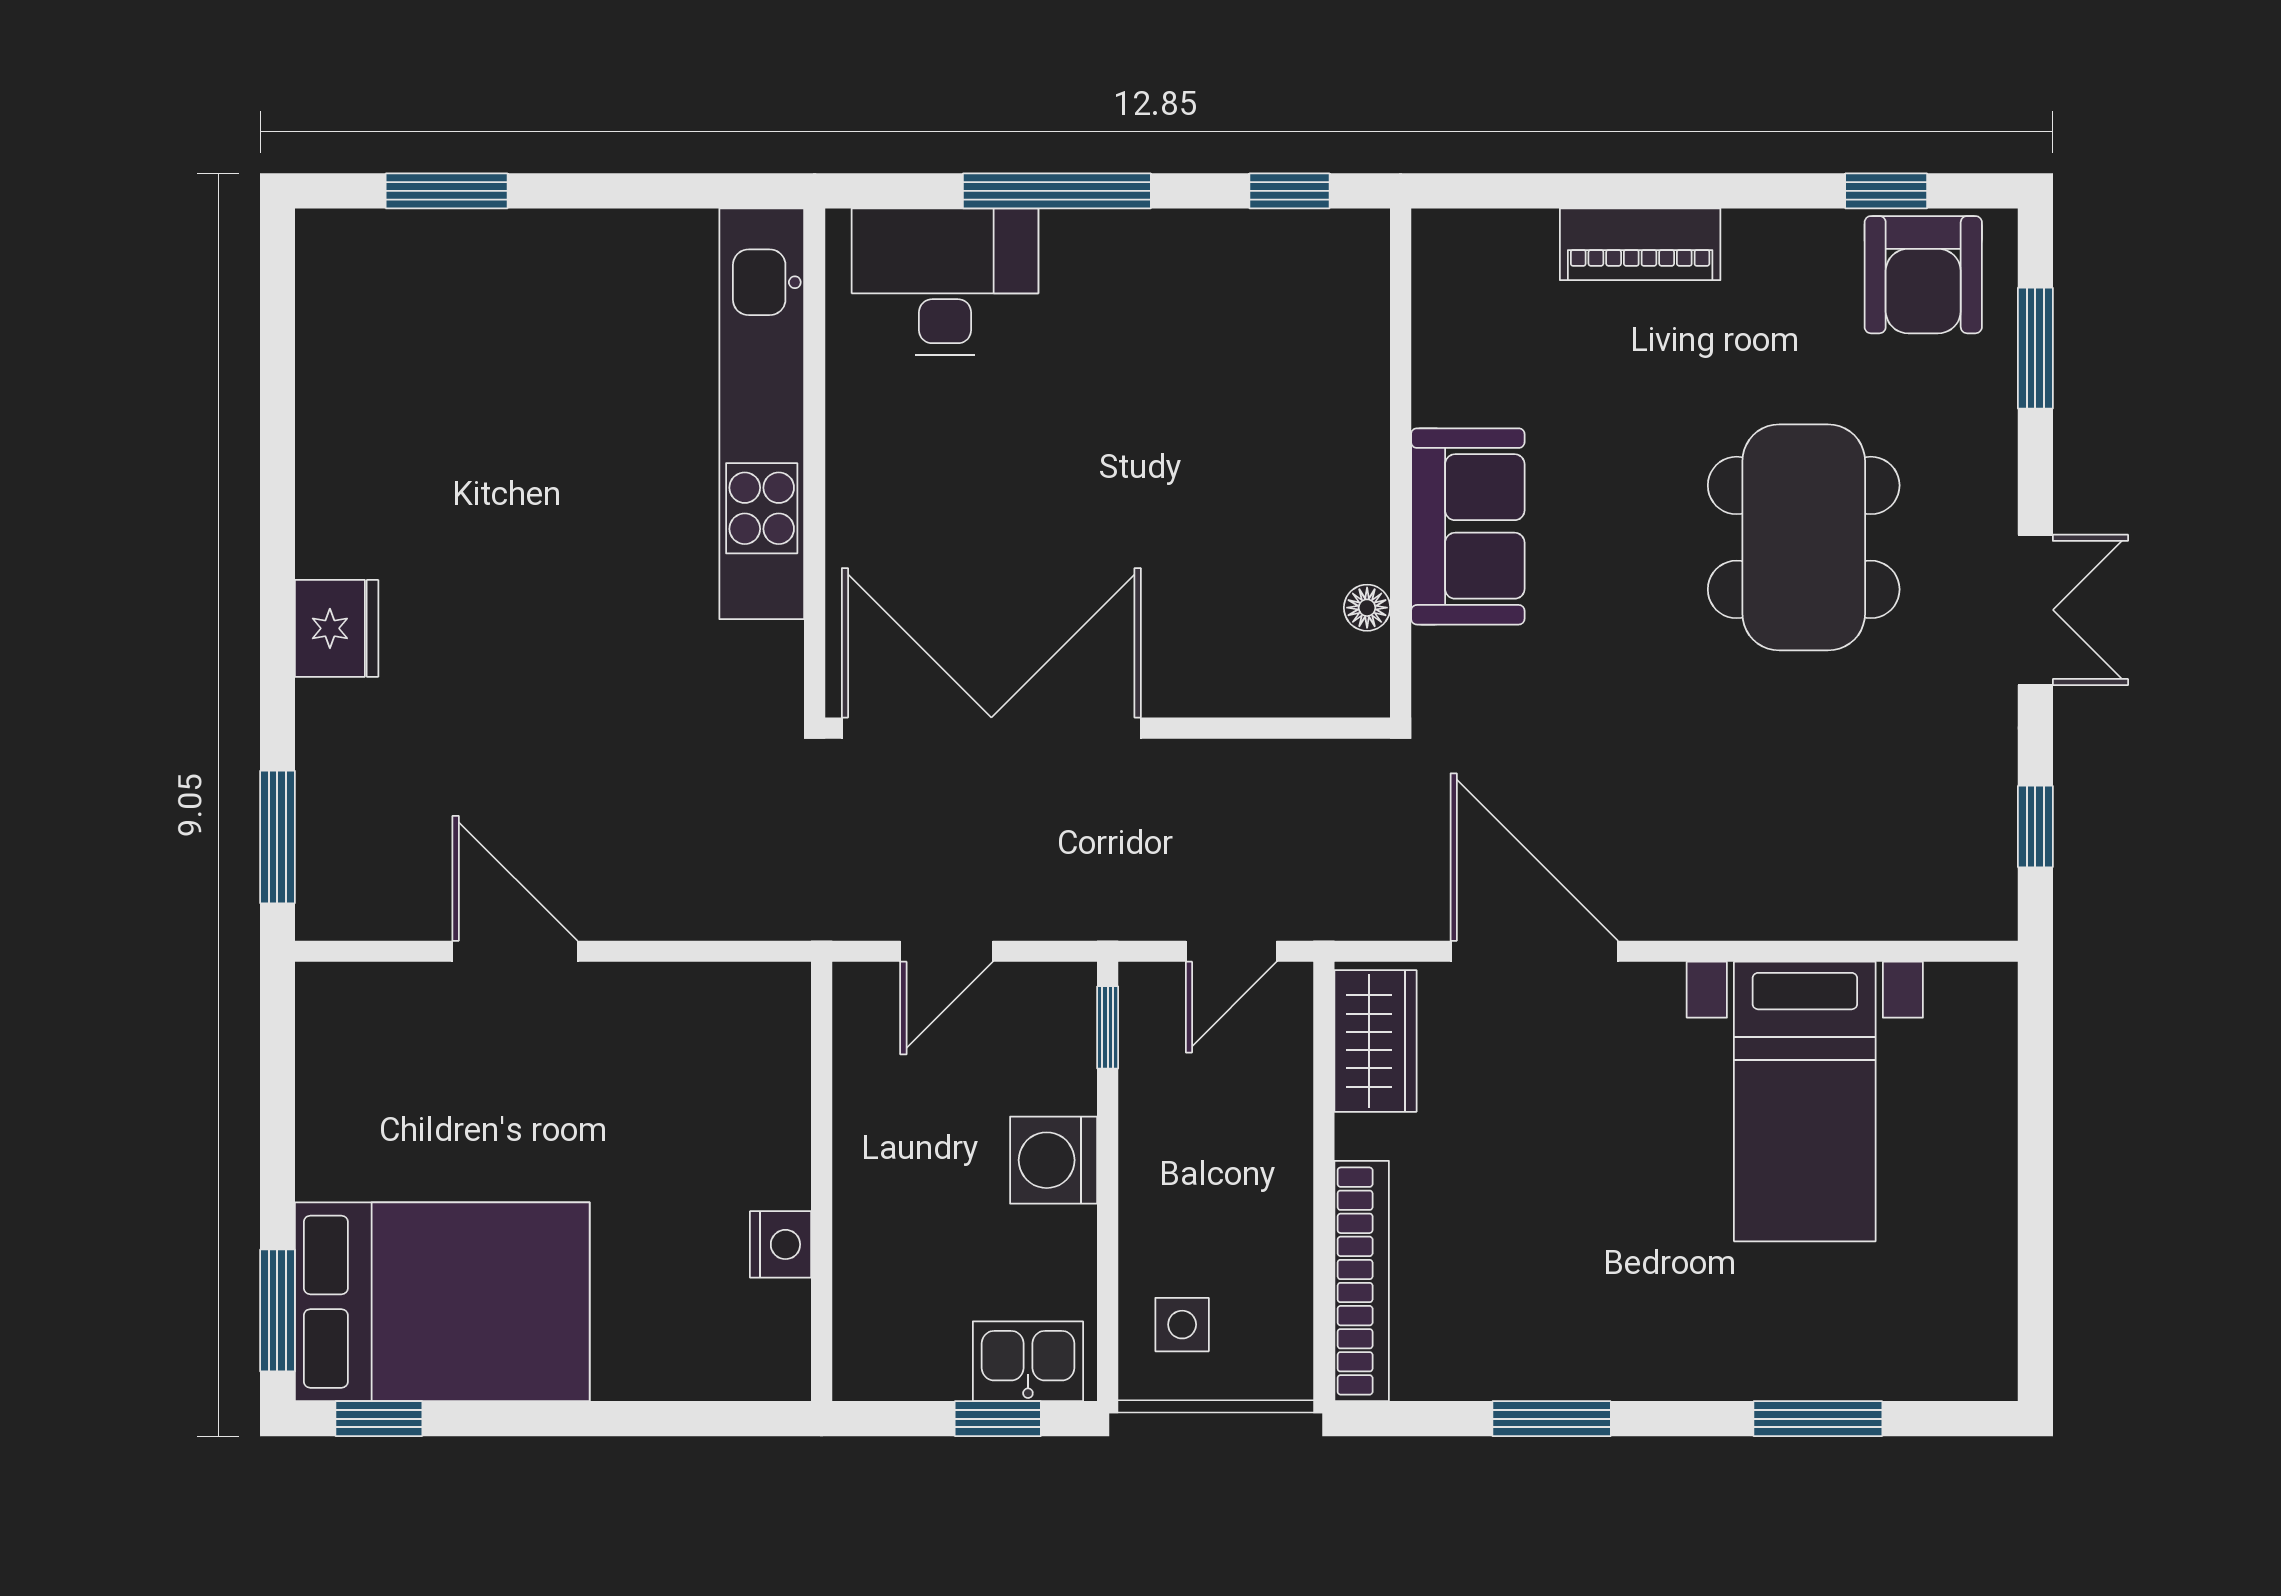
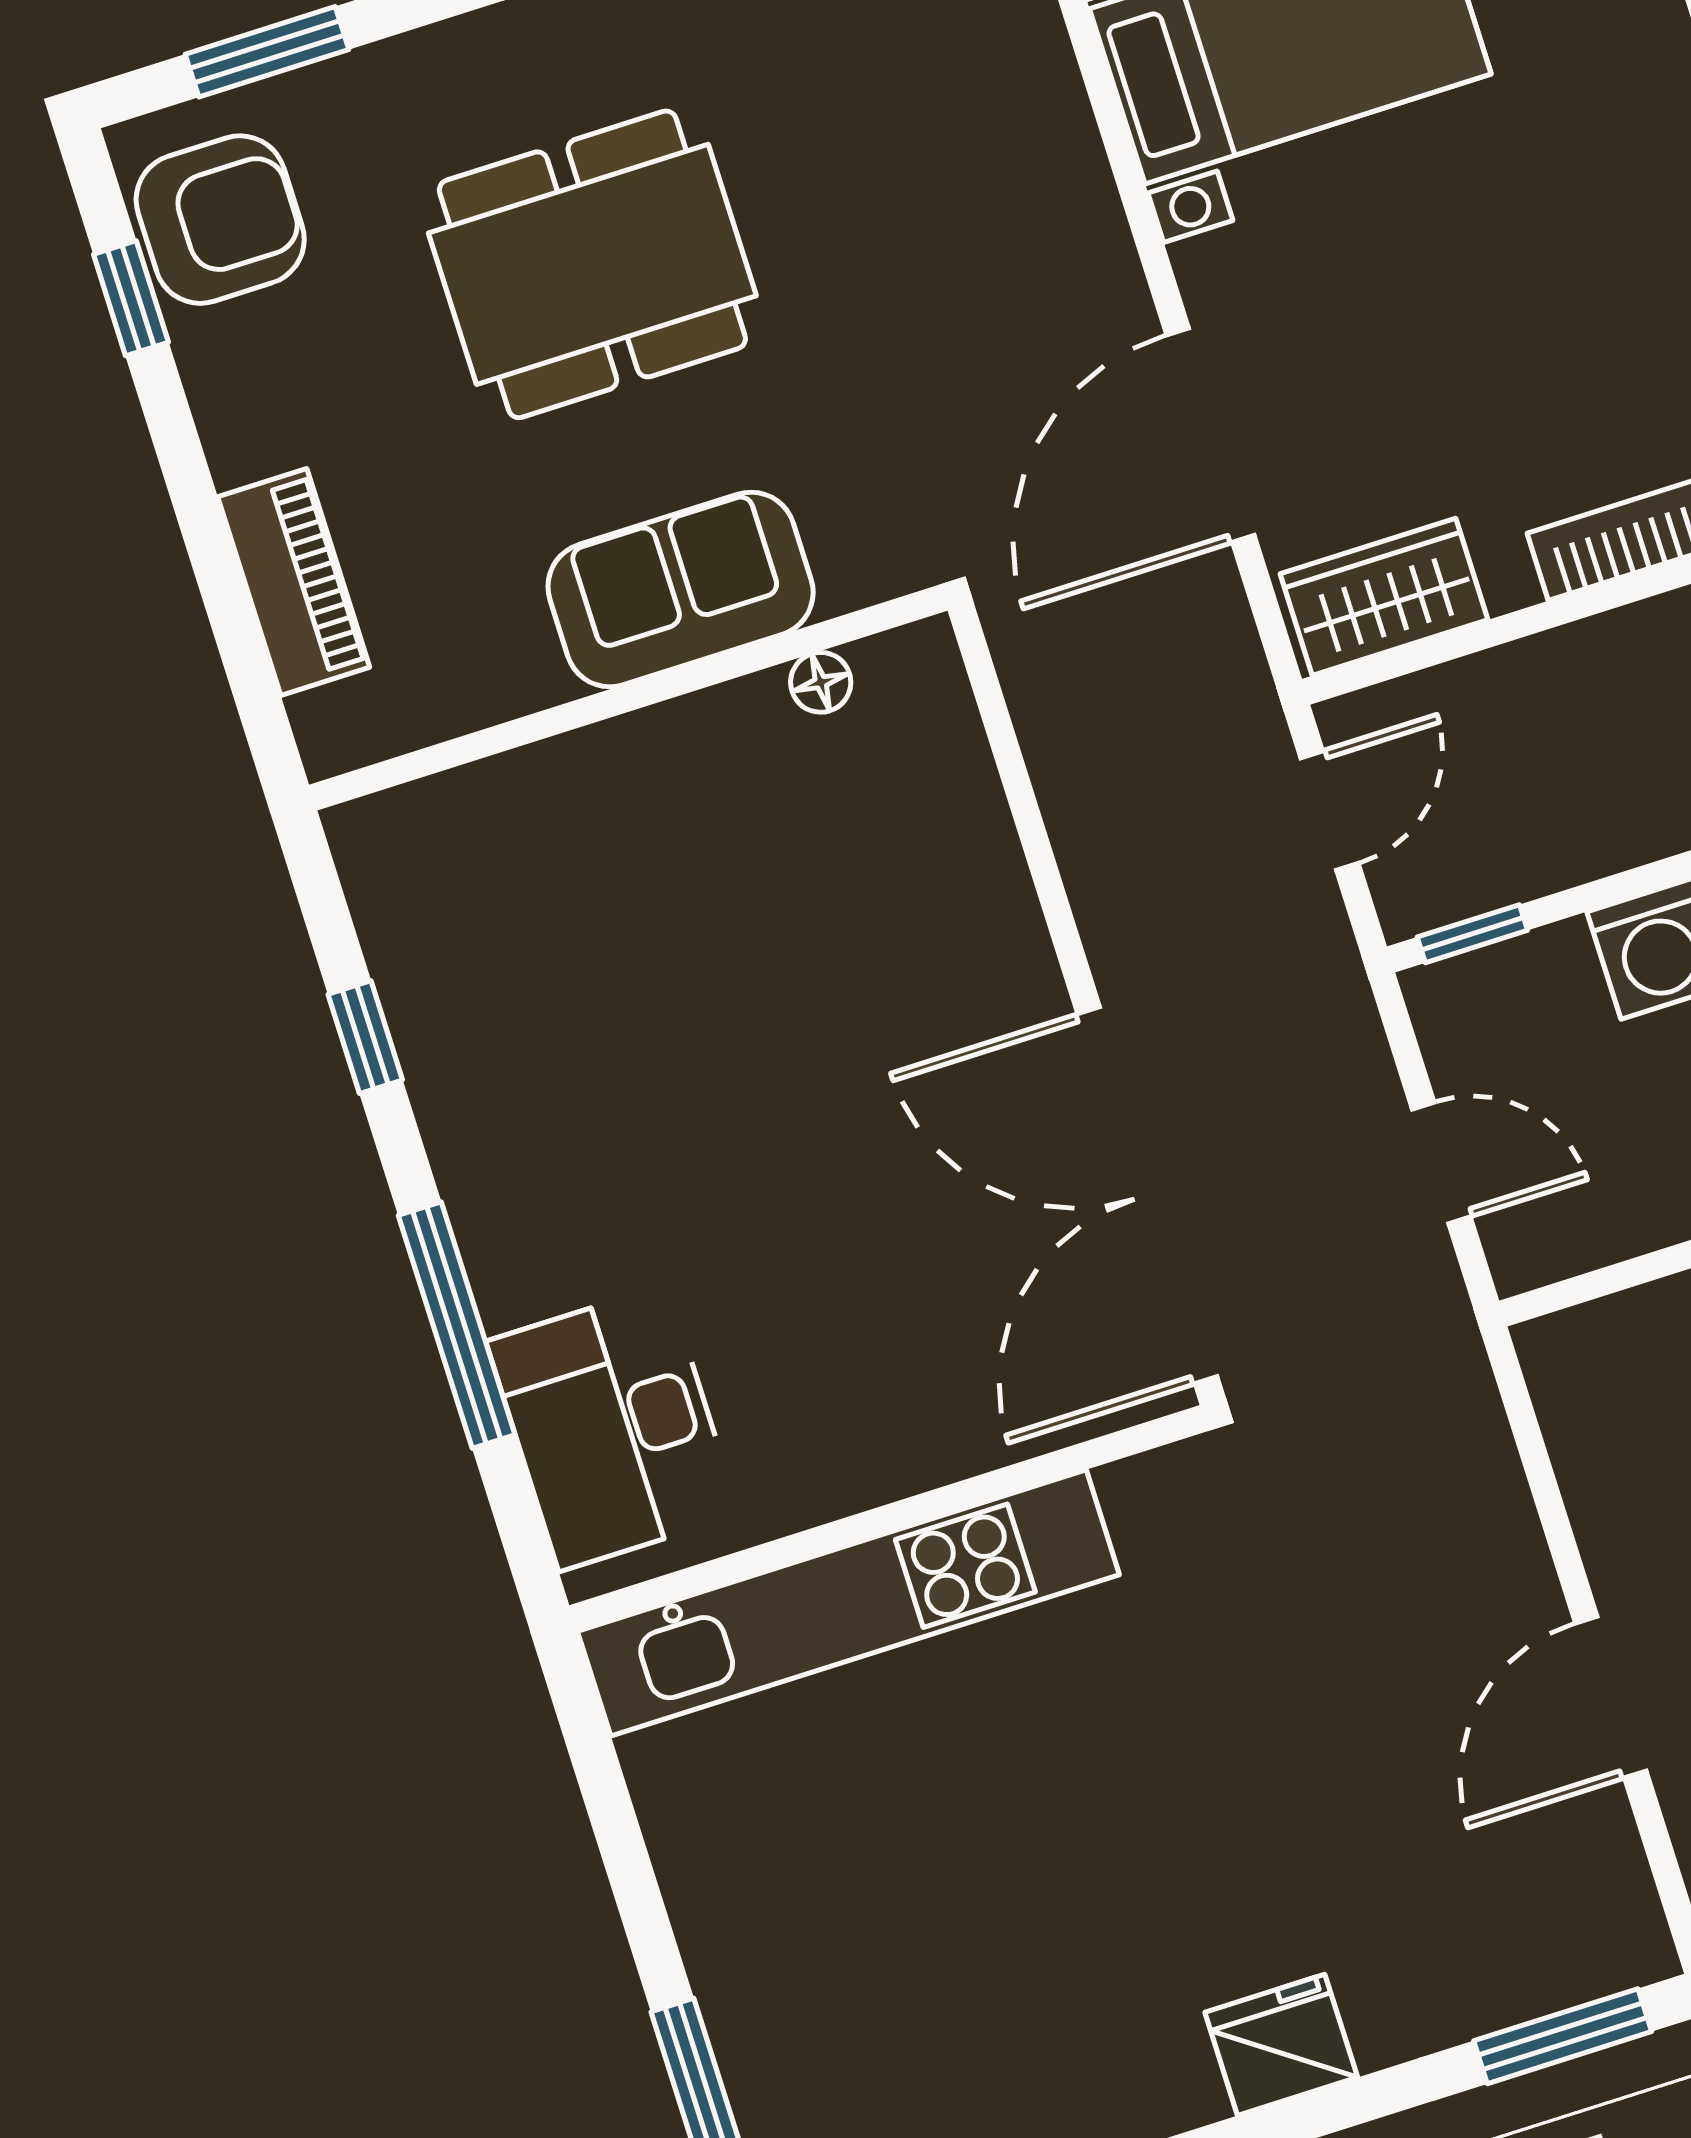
wall: (1401, 463) -> (628, 698), moved
sofa: (1468, 526) -> (681, 590), moved
floor lamp: (1367, 608) -> (821, 682), moved
door: (1231, 951) -> (1330, 811), hinge flipped

